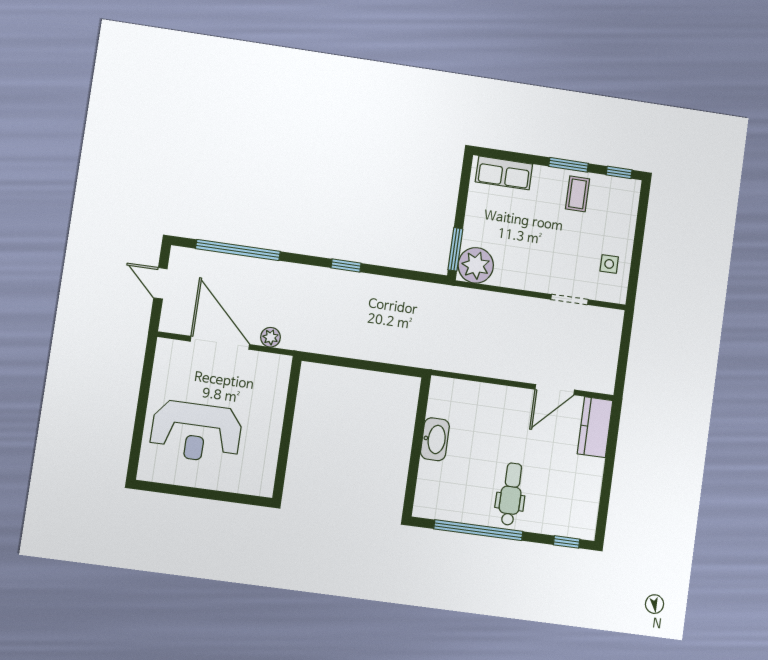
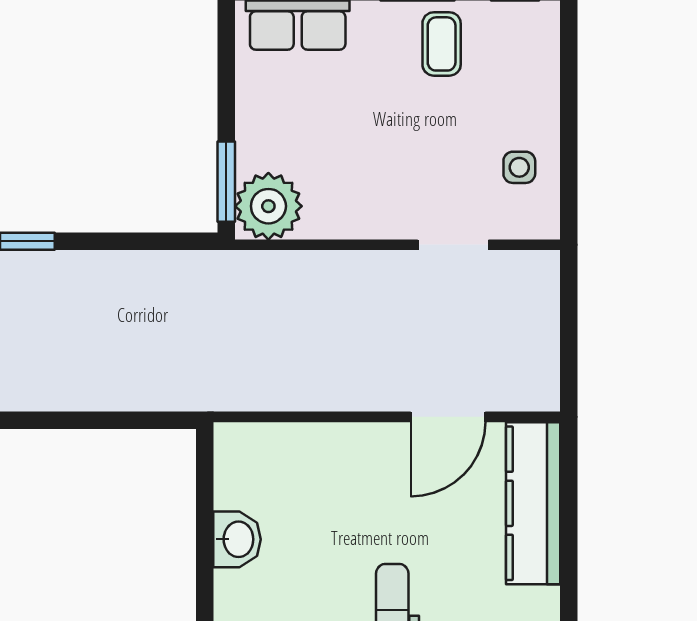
kitchen counter: (595, 427) -> (533, 503), width x1.50
washbasin: (435, 439) -> (237, 539), width x0.72

